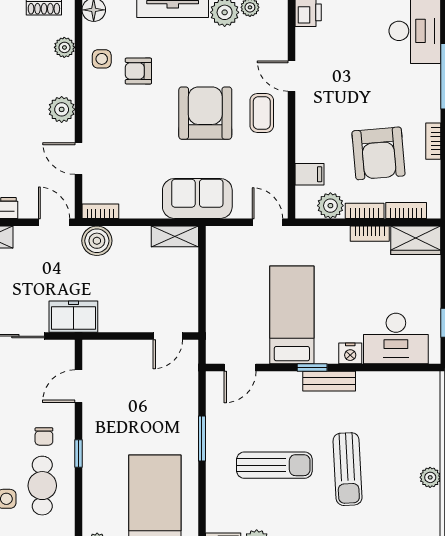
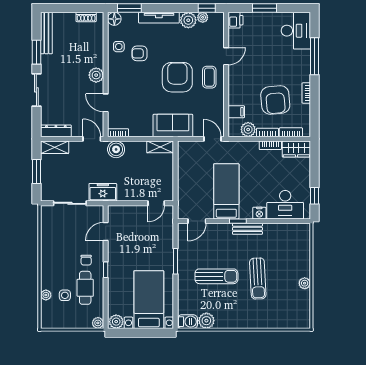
plant: (64, 47) -> (98, 40), removed
door: (292, 76) -> (226, 56), swing flipped

